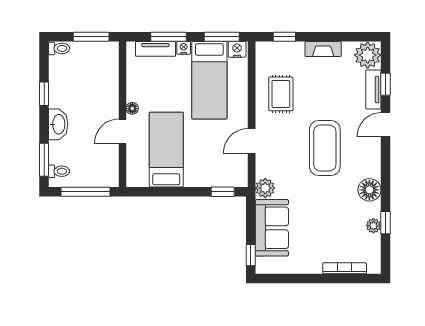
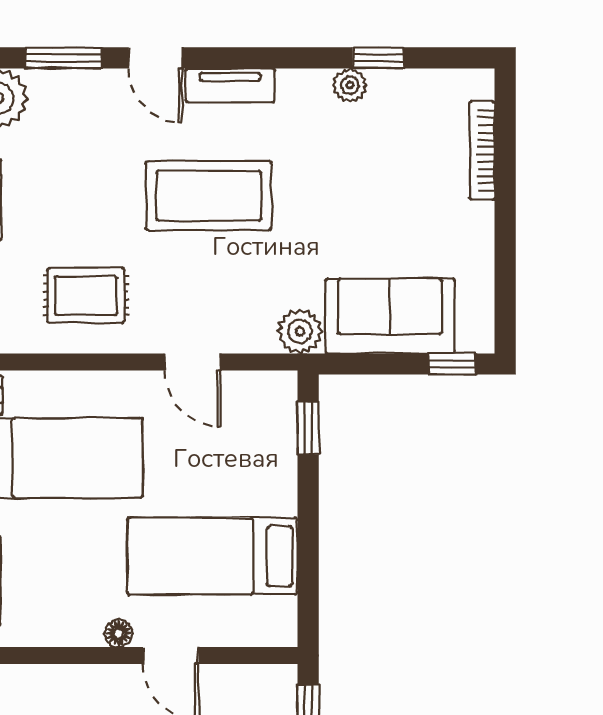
window: (385, 84) -> (64, 58), width x1.50
tv unit: (373, 89) -> (230, 85), moved
floor lamp: (369, 190) -> (304, 94), removed
plant: (373, 226) -> (350, 85), moved

